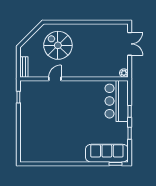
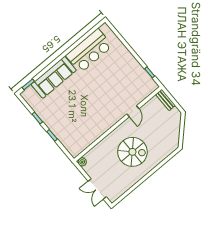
spiral stairs: (58, 45) -> (132, 152), moved
bar counter: (117, 101) -> (89, 51), moved, turned 90
sofa: (107, 153) -> (54, 77), moved

